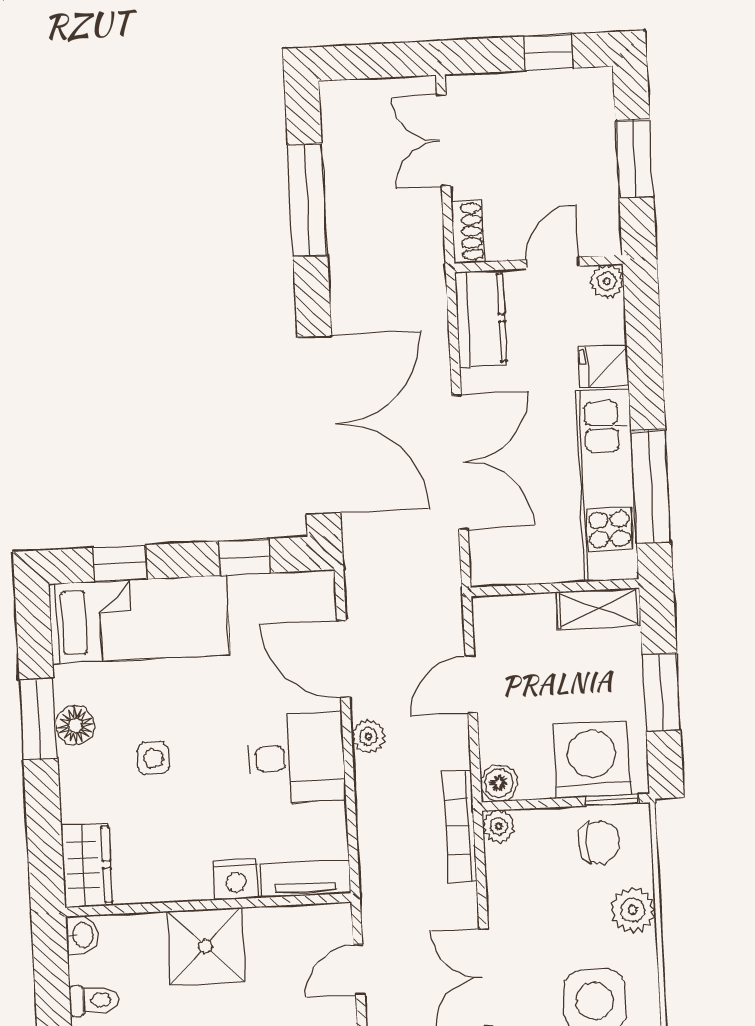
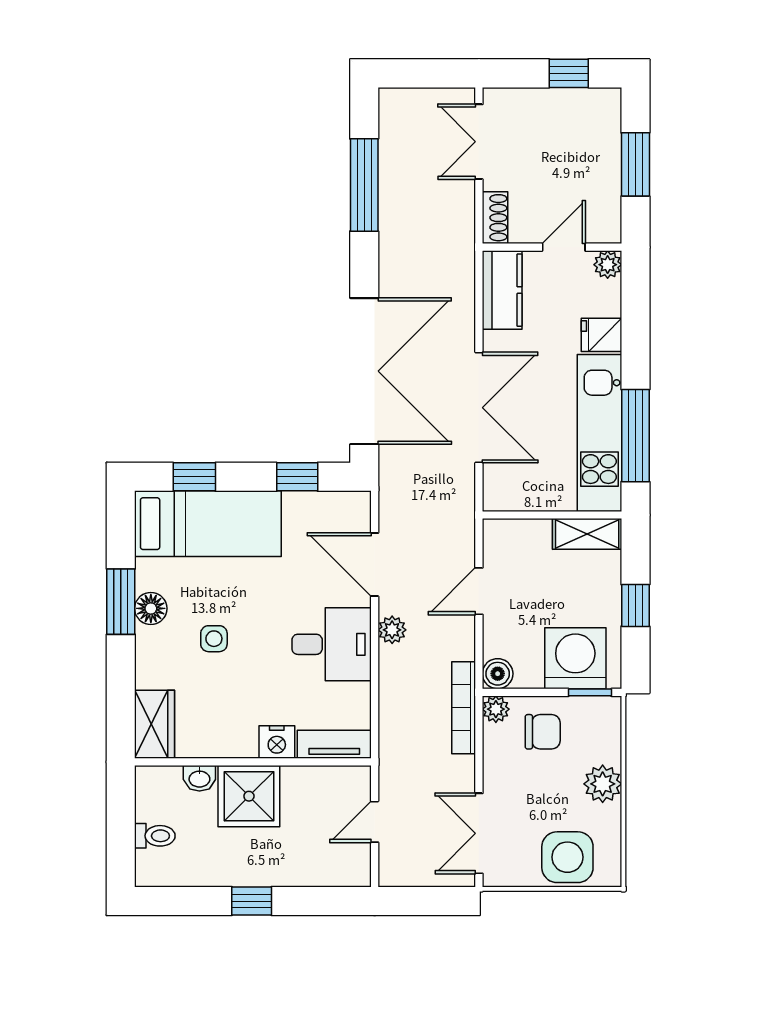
window: (661, 692) -> (635, 605), width x0.67
chair: (599, 842) -> (543, 732), moved
washbasin: (82, 935) -> (199, 778), moved, turned 90

